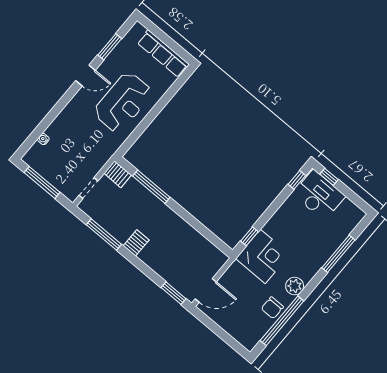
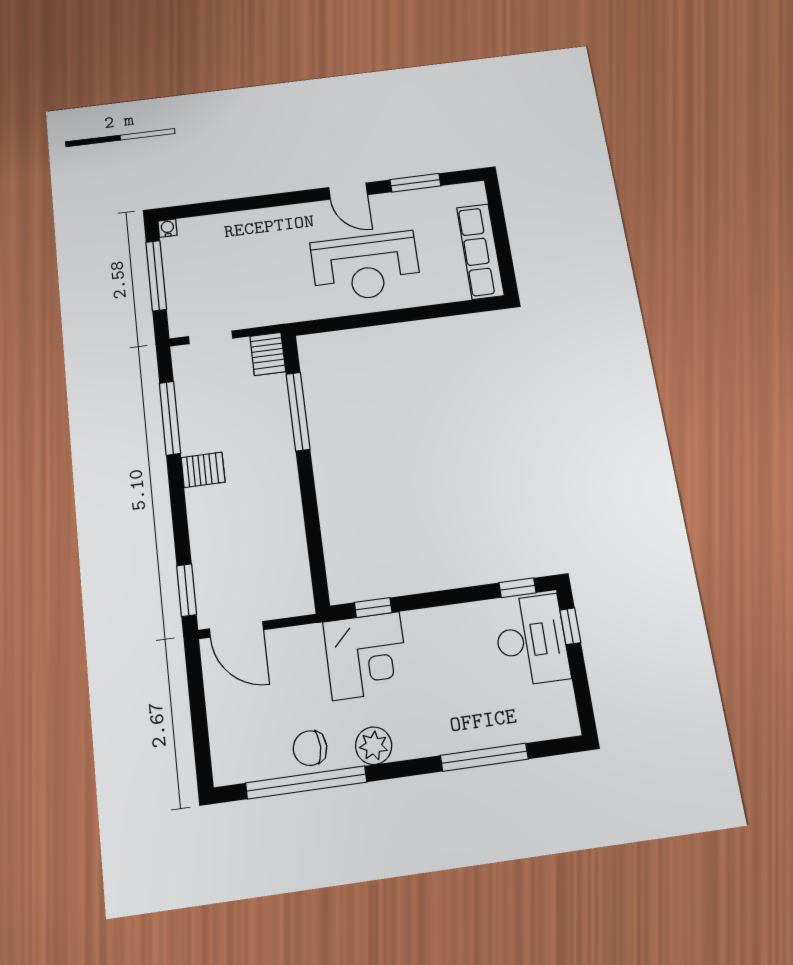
water cooler: (43, 139) -> (167, 228), moved

